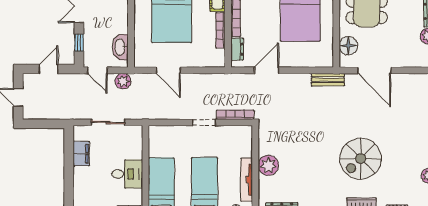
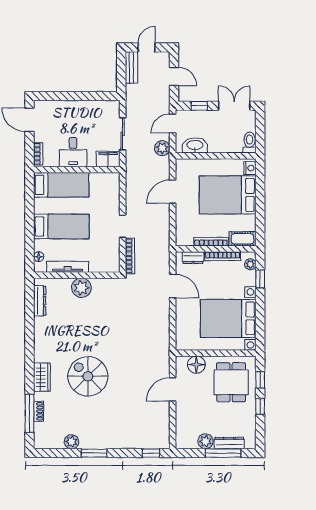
door: (374, 70) -> (173, 389), width x0.73
bench: (328, 80) -> (131, 68), moved
filing cabinet: (81, 154) -> (108, 159), moved, turned 180

